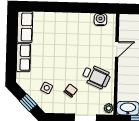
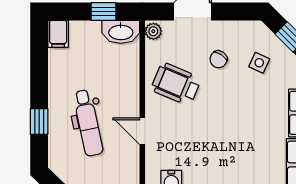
door: (117, 49) -> (142, 131), hinge flipped

